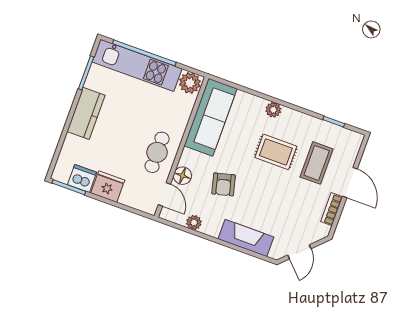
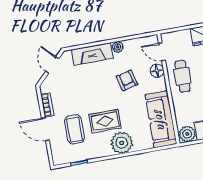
plant: (273, 110) -> (122, 143), width x1.88, depth x1.88
plant: (194, 223) -> (118, 47), moved

